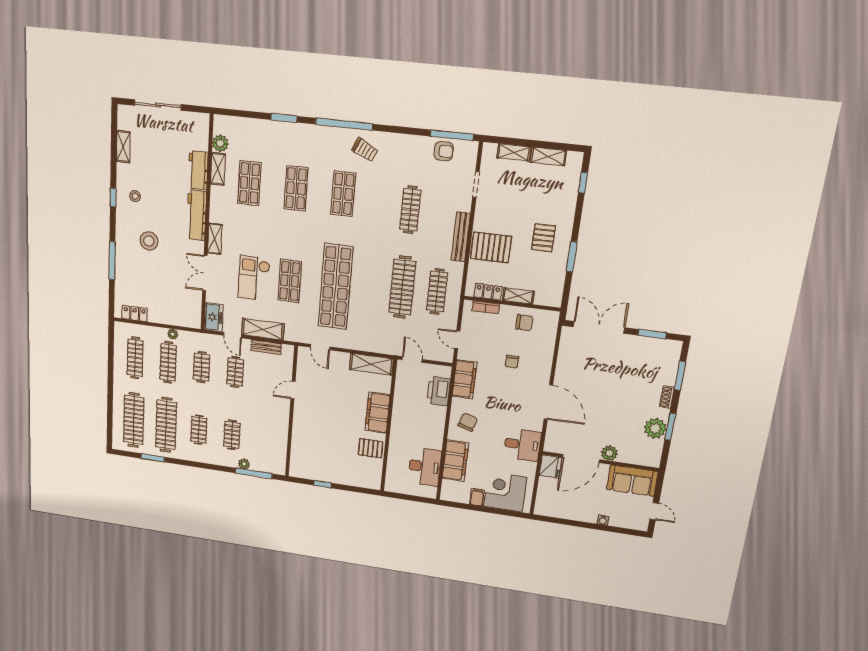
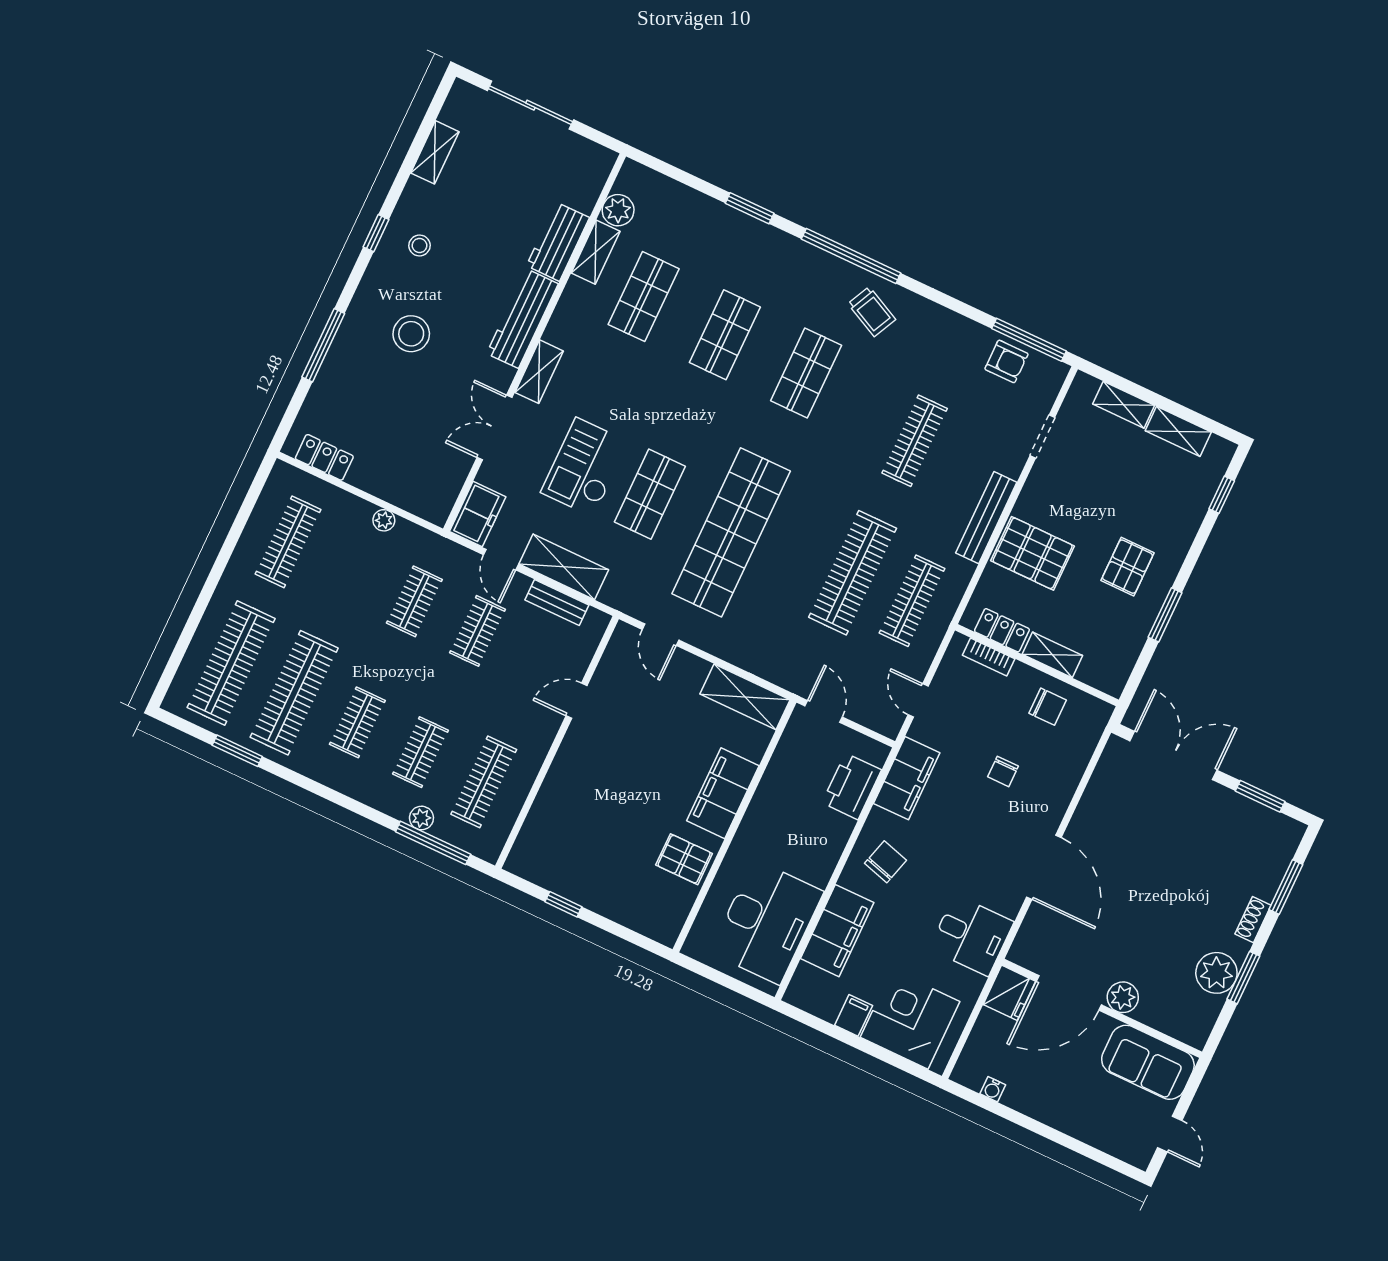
clothes rail: (168, 362) -> (484, 782), moved
desk: (425, 467) -> (767, 922), width x1.36, depth x1.30
water cooler: (603, 520) -> (993, 1089), moved

